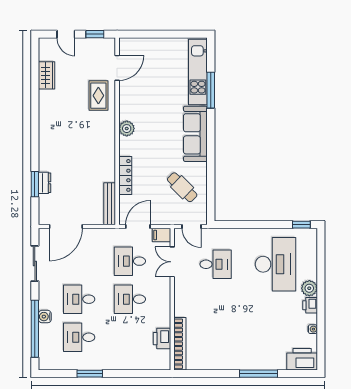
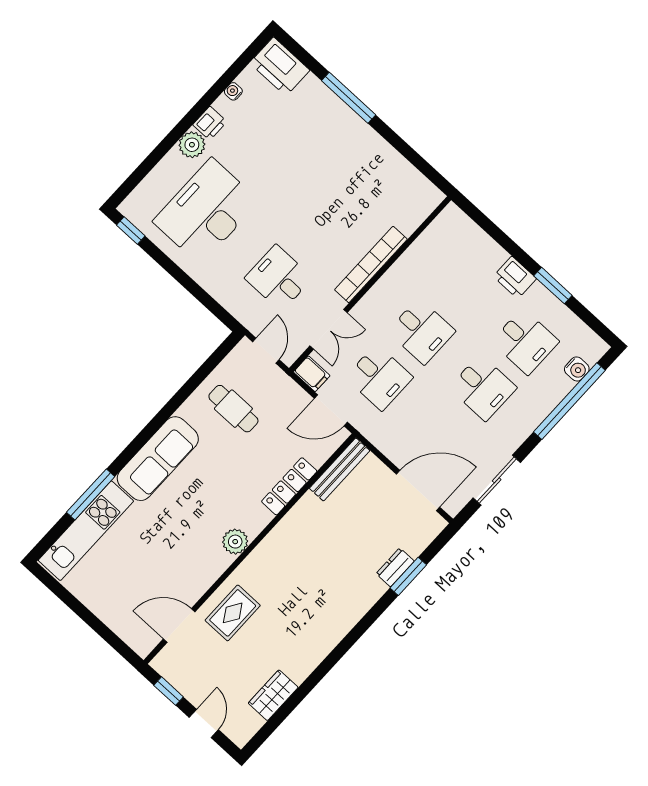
cafe table: (182, 187) -> (233, 409), turned -45
water cooler: (45, 317) -> (577, 369), moved
printer: (162, 339) -> (515, 278), moved, turned 90
bookcase: (180, 344) -> (371, 265), moved

